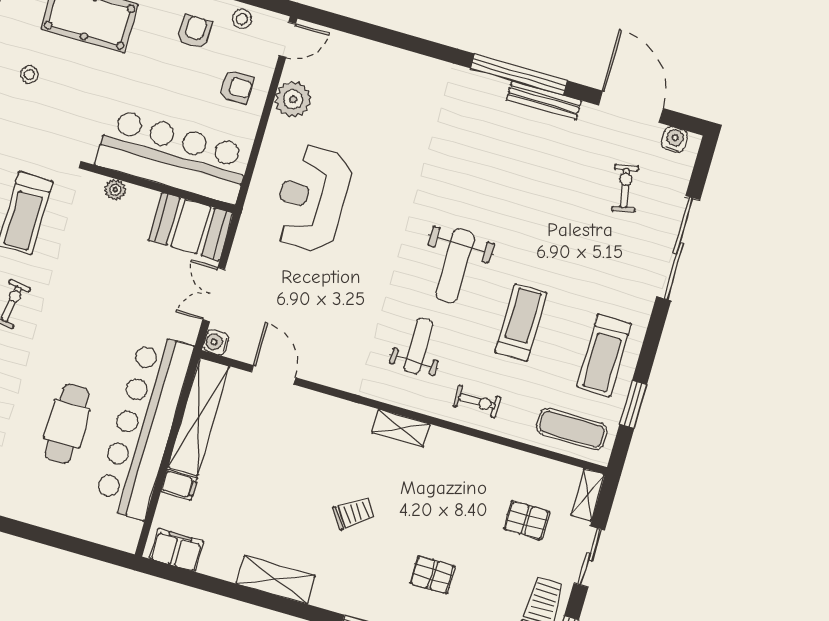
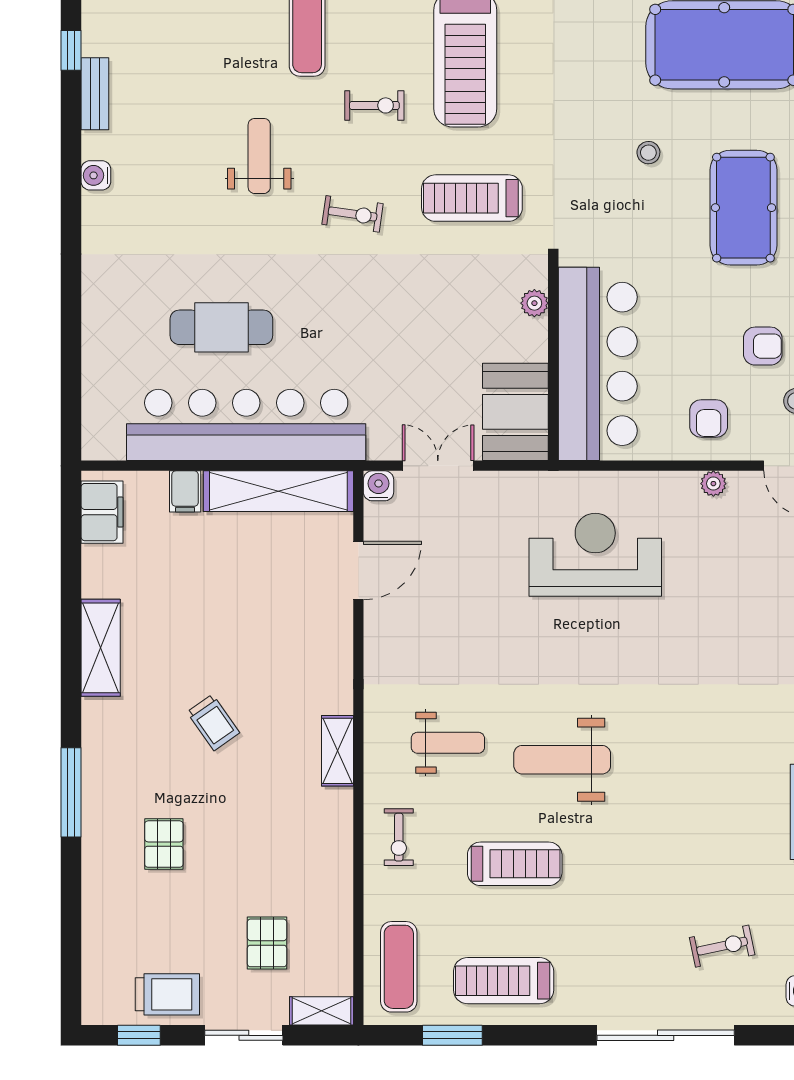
plant: (293, 99) -> (713, 484), width x0.53, depth x0.53

